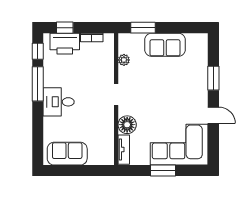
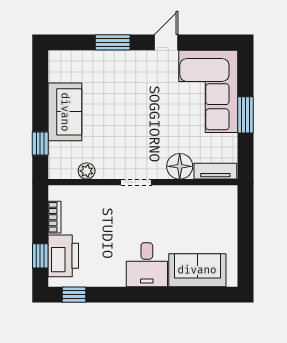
window: (143, 28) -> (40, 144), width x0.67
window: (38, 84) -> (121, 295), removed
sofa: (67, 154) -> (197, 270), moved, turned 90

